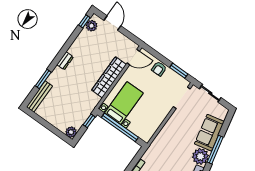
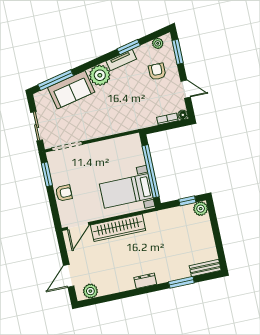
window: (84, 21) -> (93, 301), removed
door: (133, 57) -> (78, 226), swing flipped
bench: (39, 96) -> (205, 268), width x0.73
window: (89, 121) -> (187, 201), moved
window: (215, 150) -> (56, 80), moved

